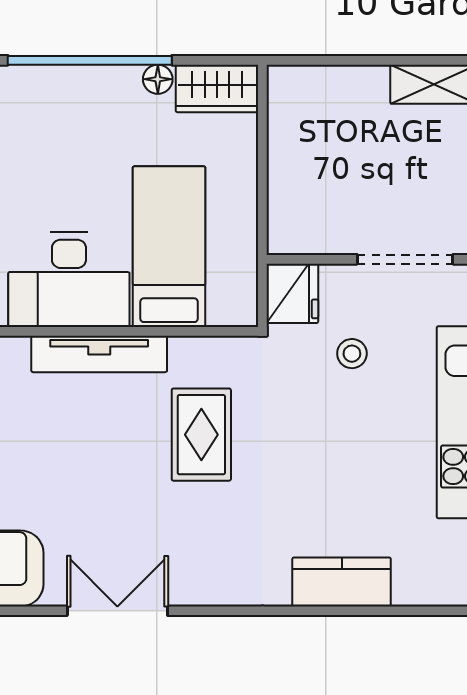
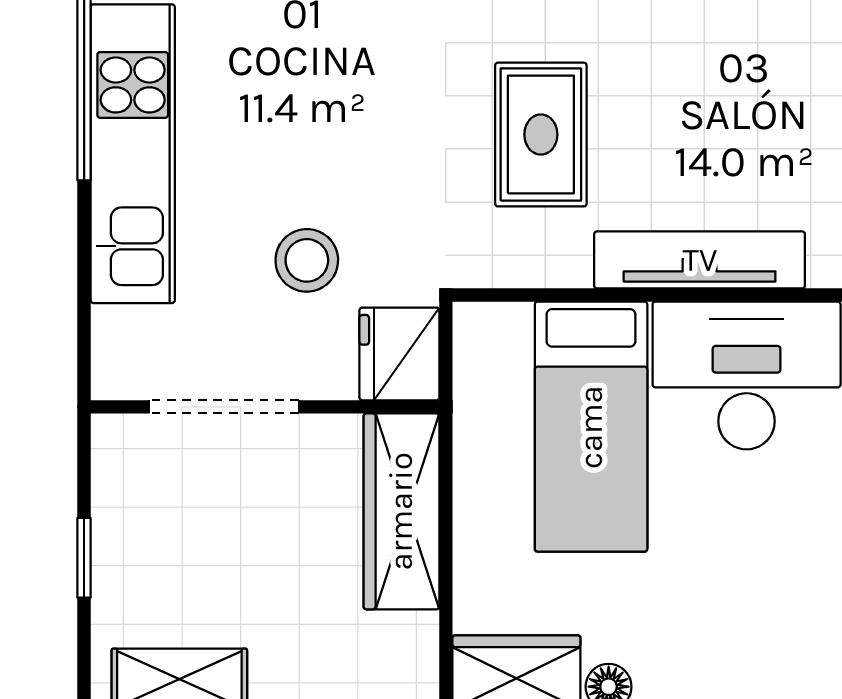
wardrobe: (291, 192) -> (401, 511), added
stool: (352, 354) -> (307, 260), width x1.37, depth x1.37

